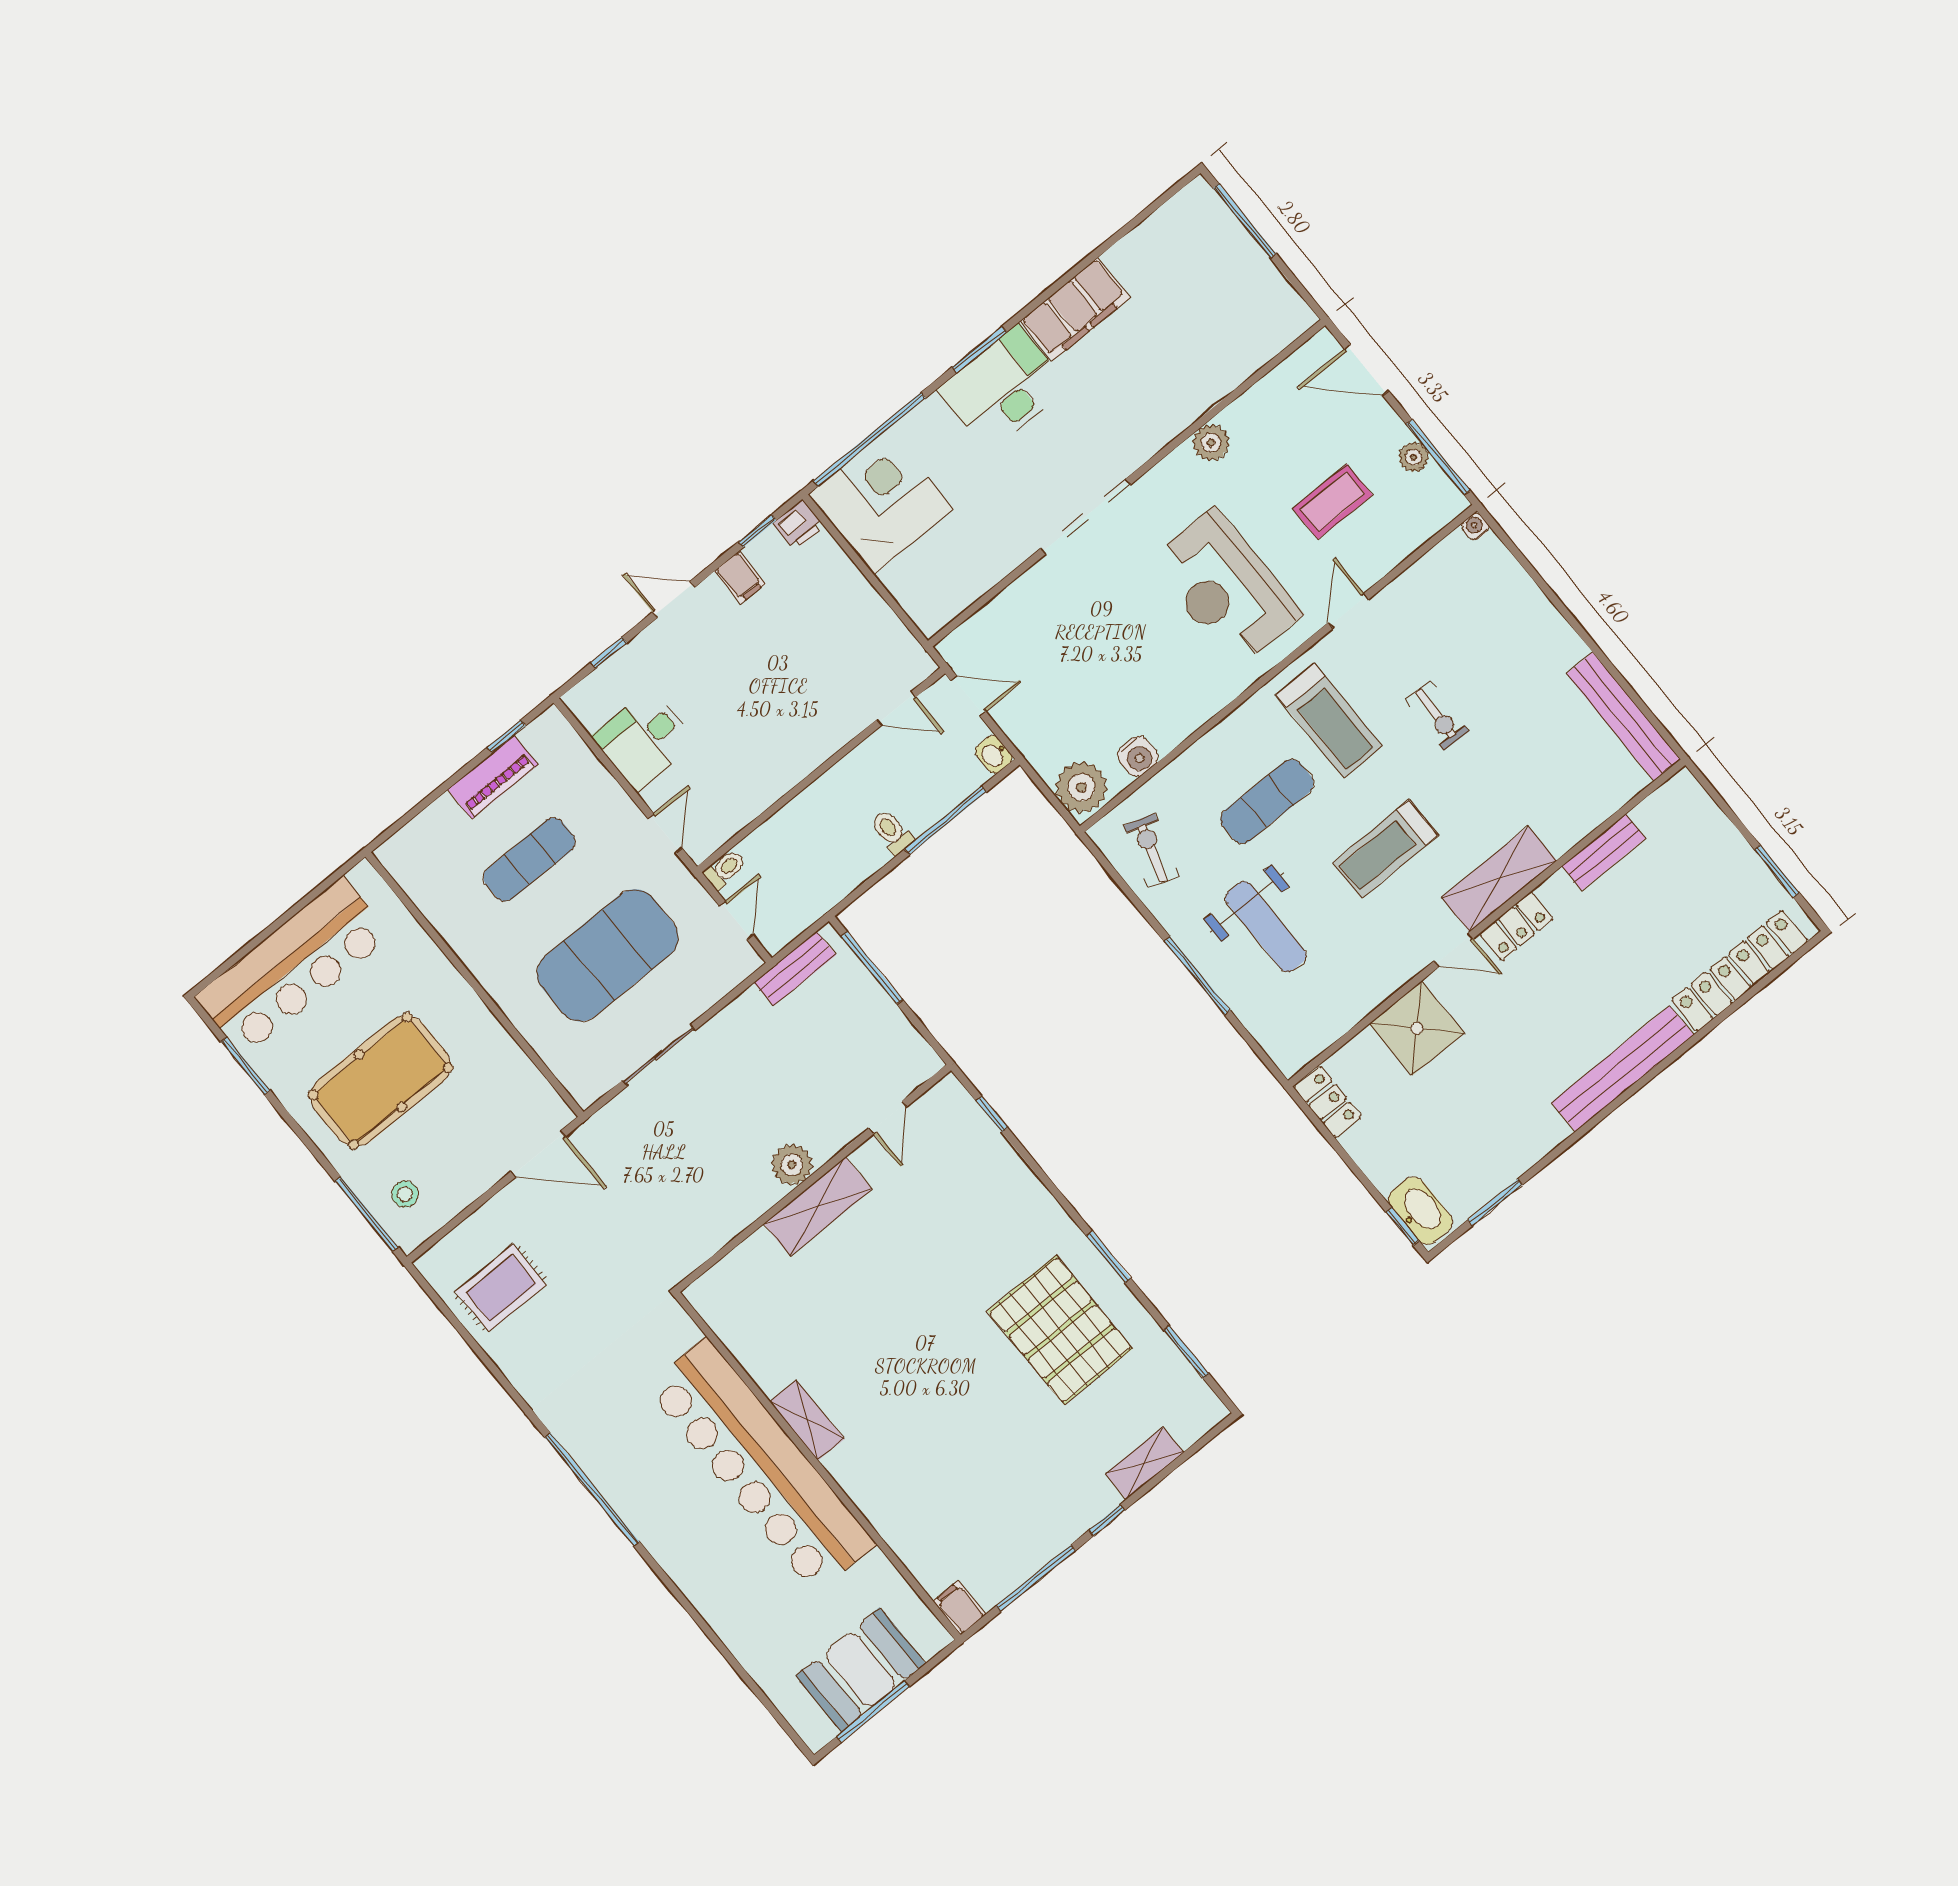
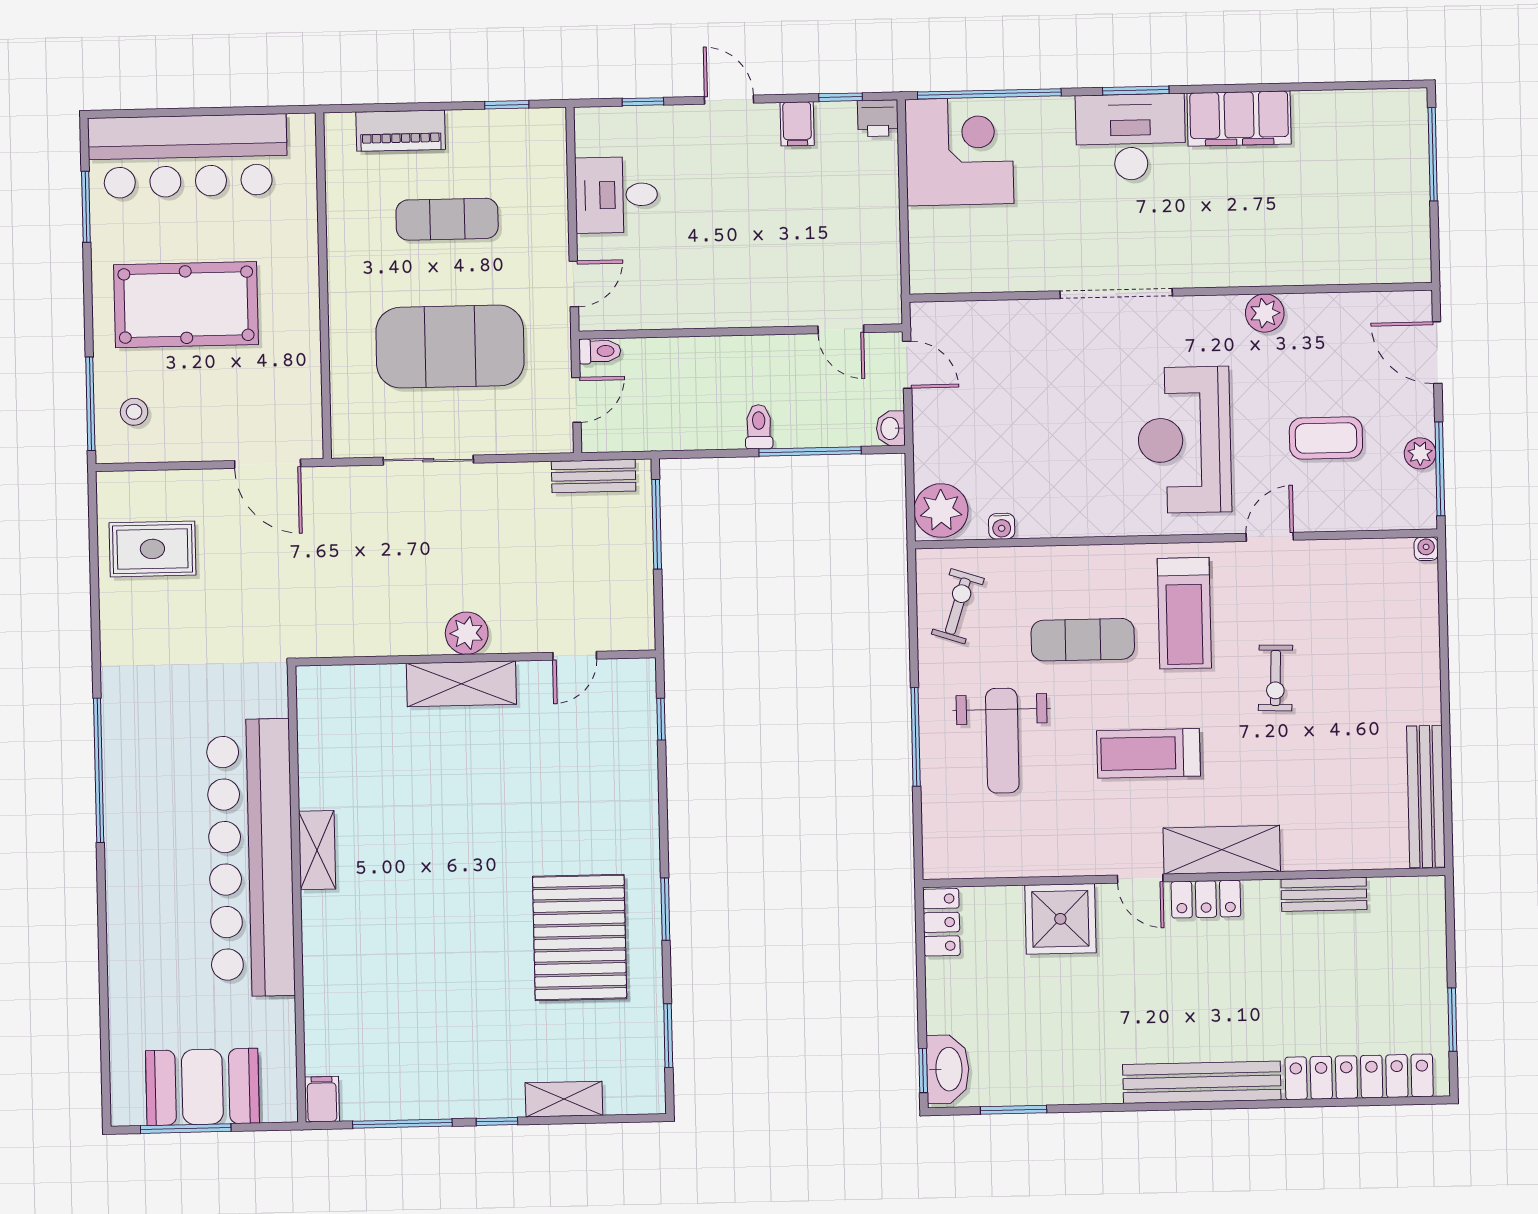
water cooler: (1138, 756) -> (1002, 526), width x0.72, depth x0.72
piano: (493, 777) -> (401, 131), moved

